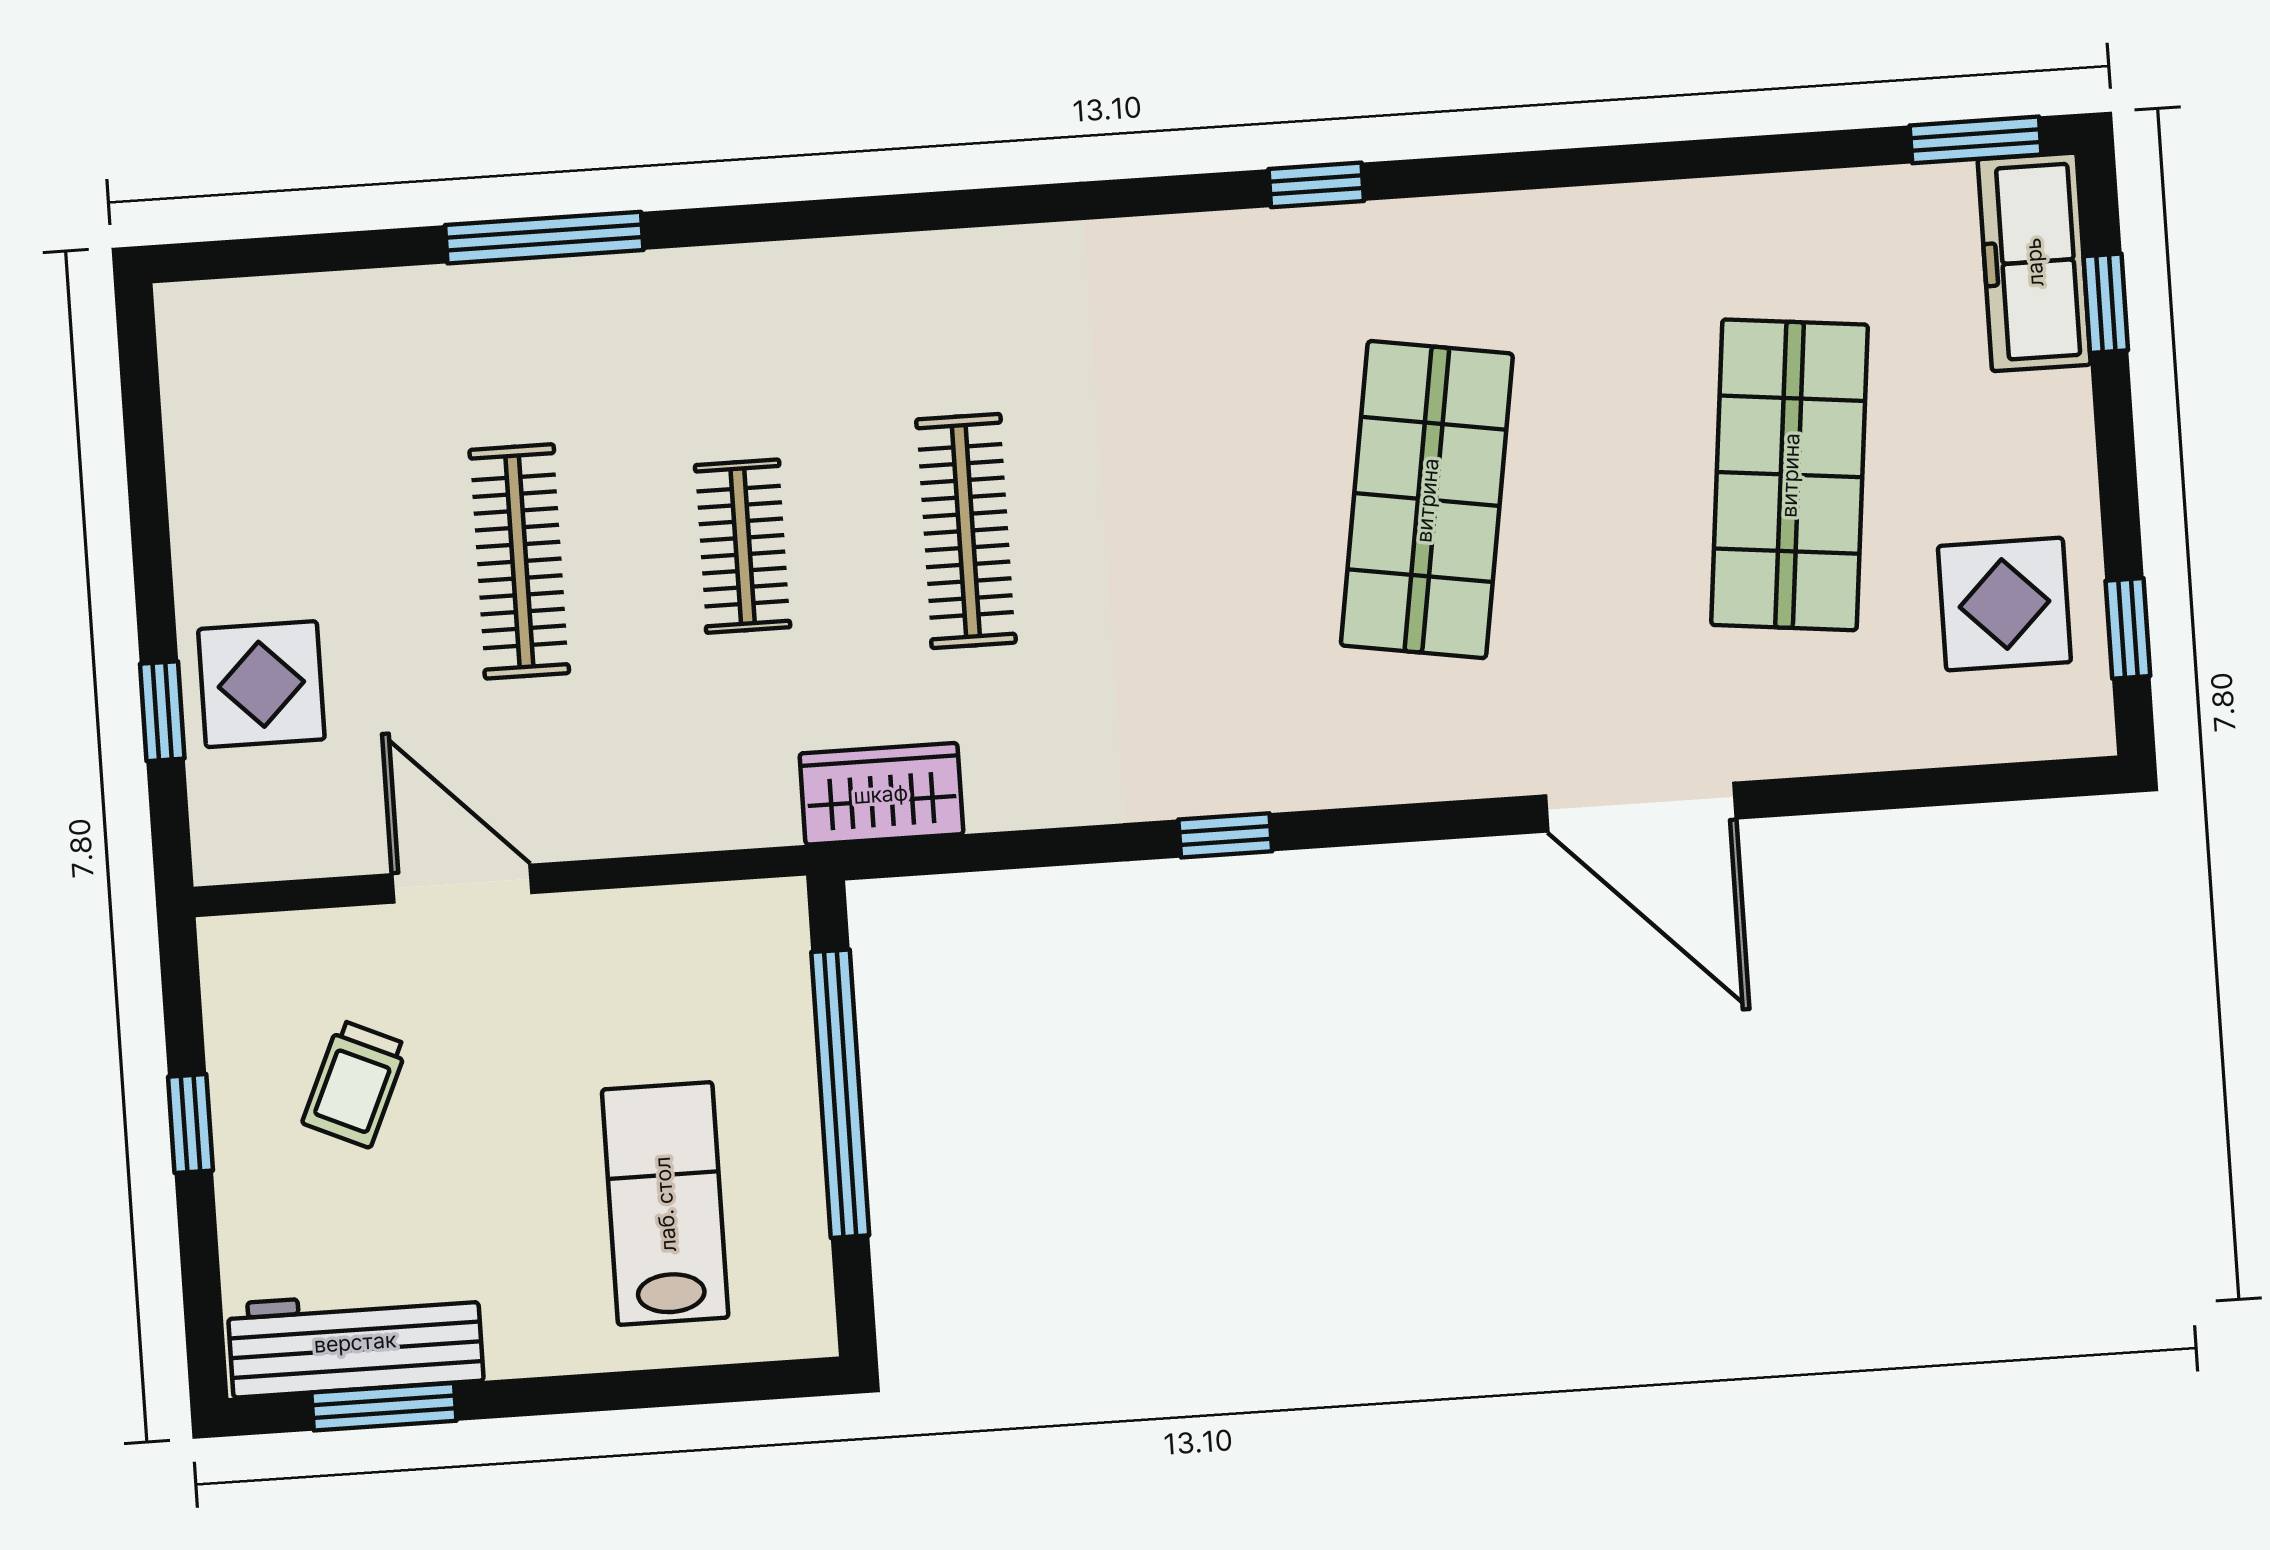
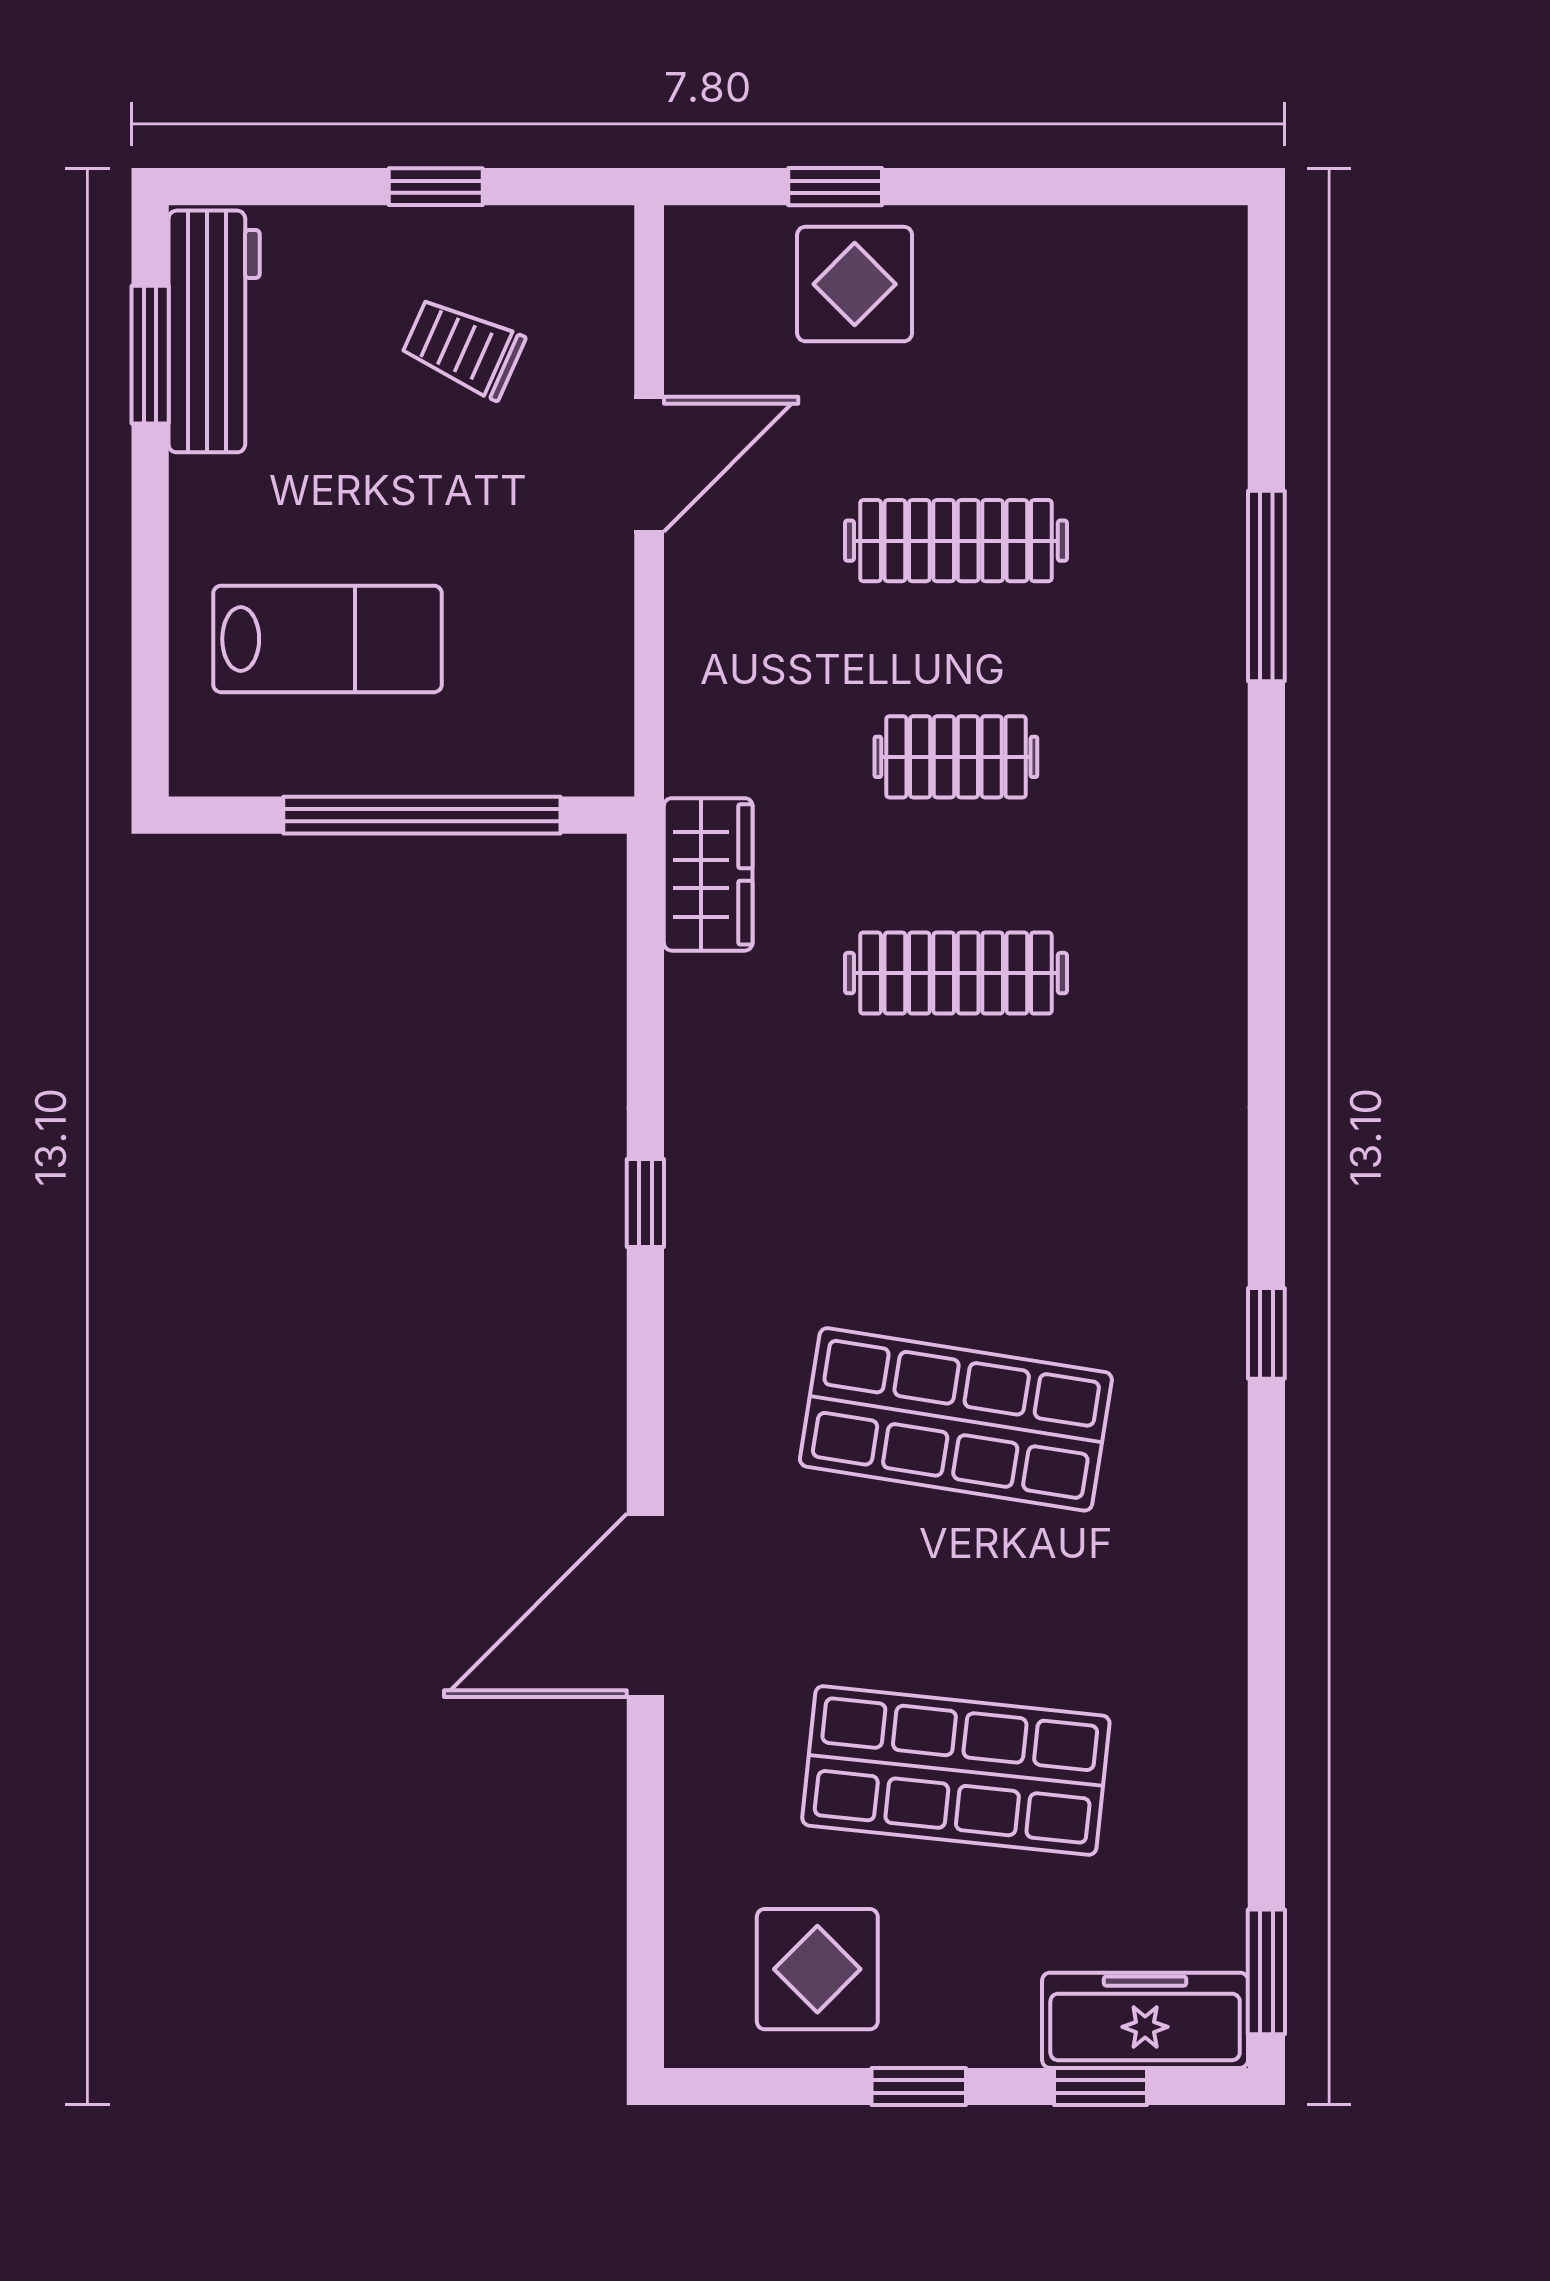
window: (2128, 628) -> (919, 2087), moved

